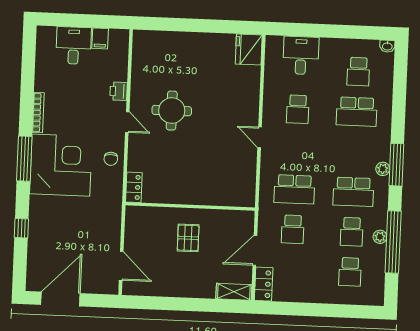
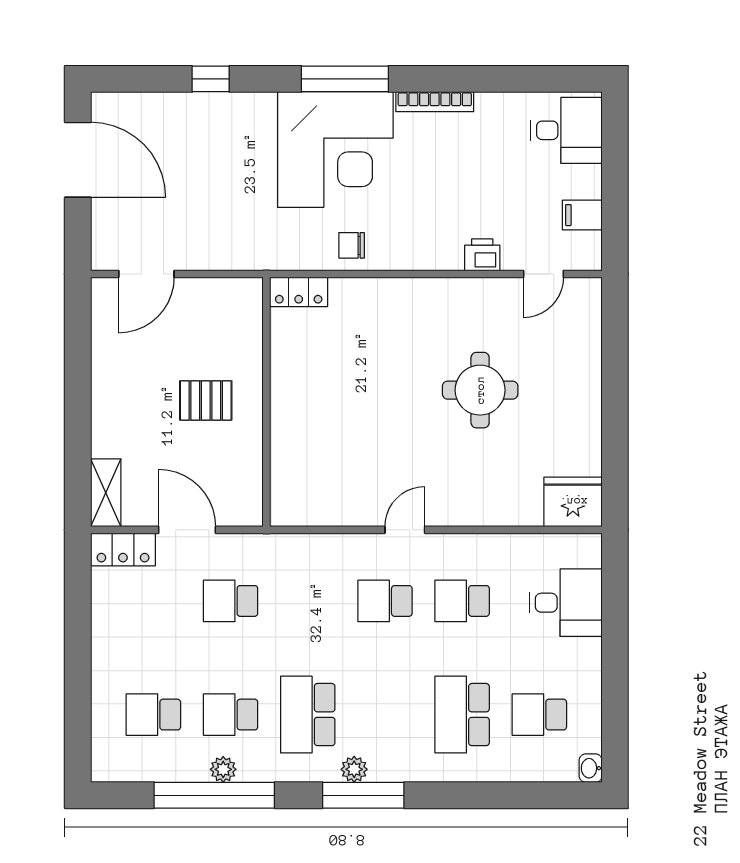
desk: (74, 46) -> (567, 130), moved
round table: (172, 111) -> (480, 390), moved
door: (127, 122) -> (543, 274), moved
school desk: (294, 189) -> (385, 601), moved, width x0.54

